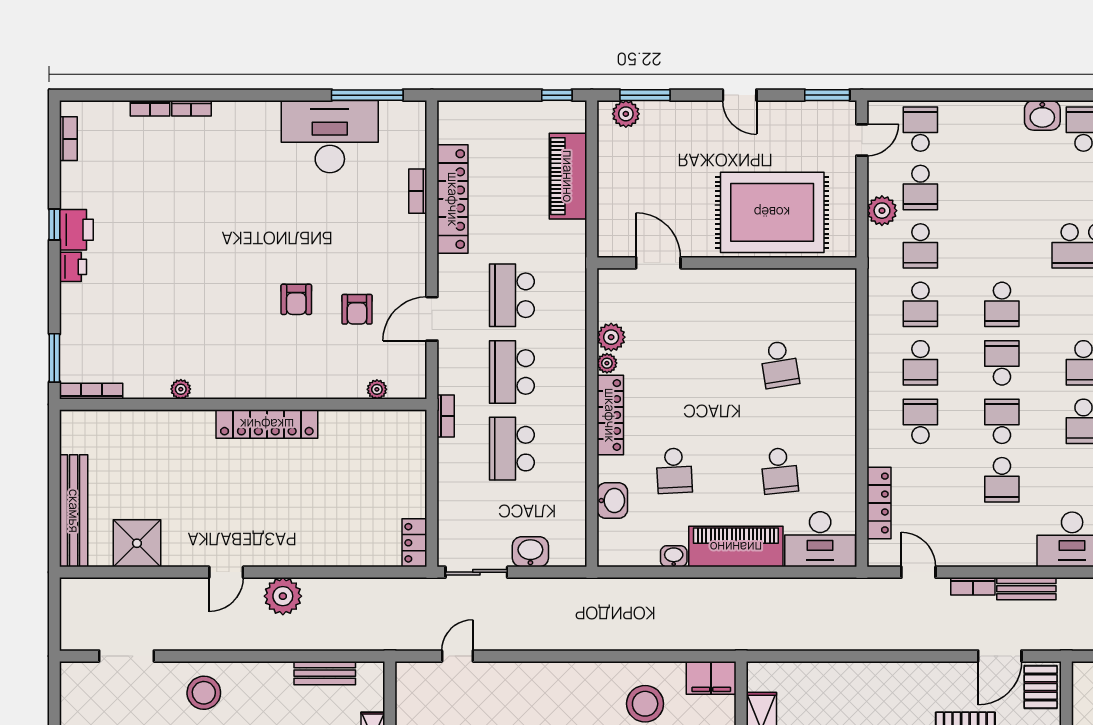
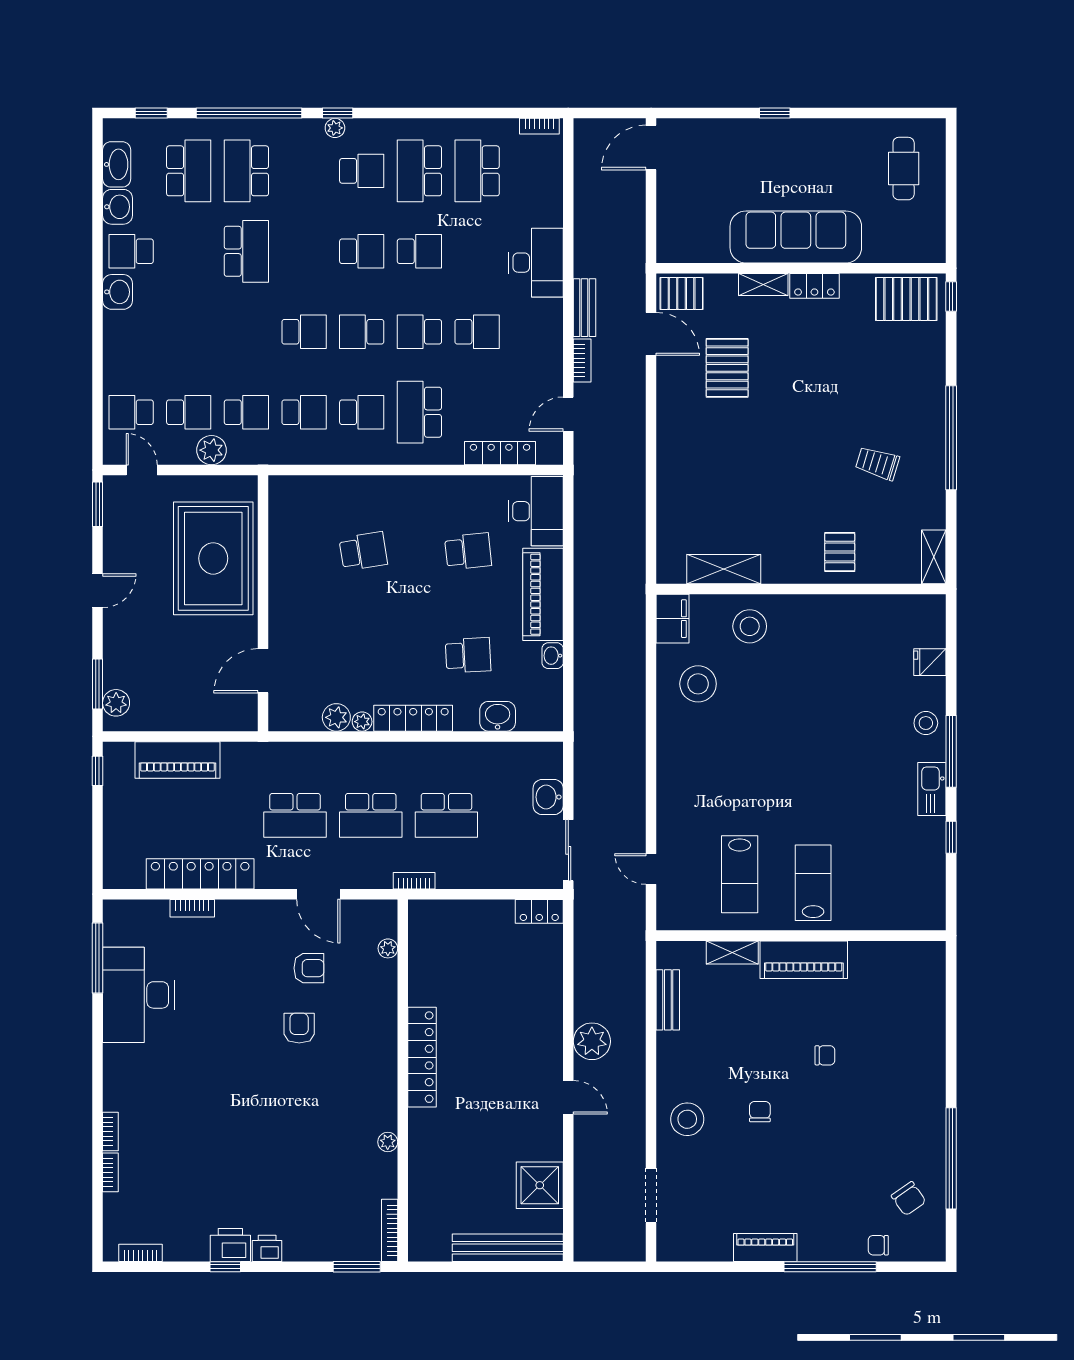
armchair: (296, 299) -> (299, 1028), turned -90
school desk: (920, 421) -> (419, 412), width x1.85

